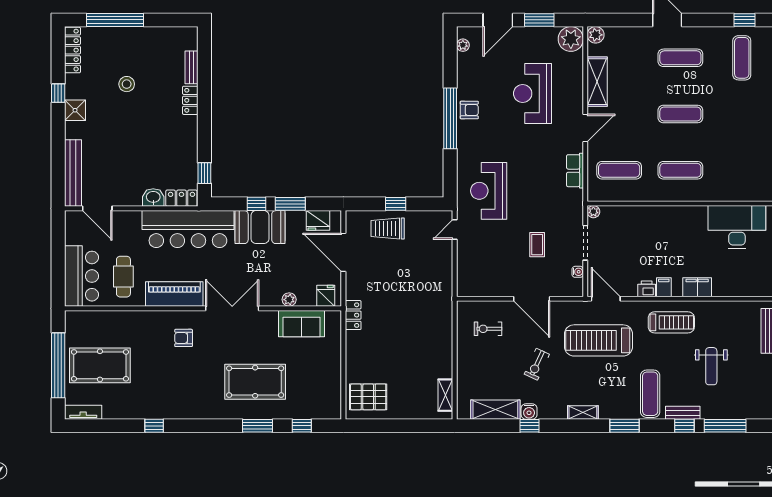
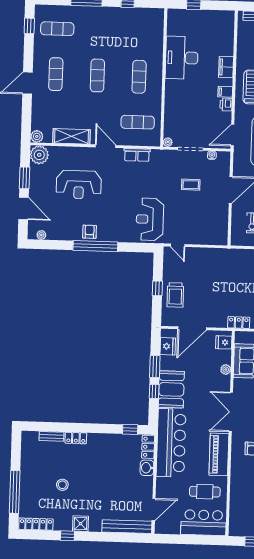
exercise mat: (619, 170) -> (138, 122), turned 90
reception desk: (489, 191) -> (150, 219), turned 90
desk: (737, 227) -> (182, 58), moved

